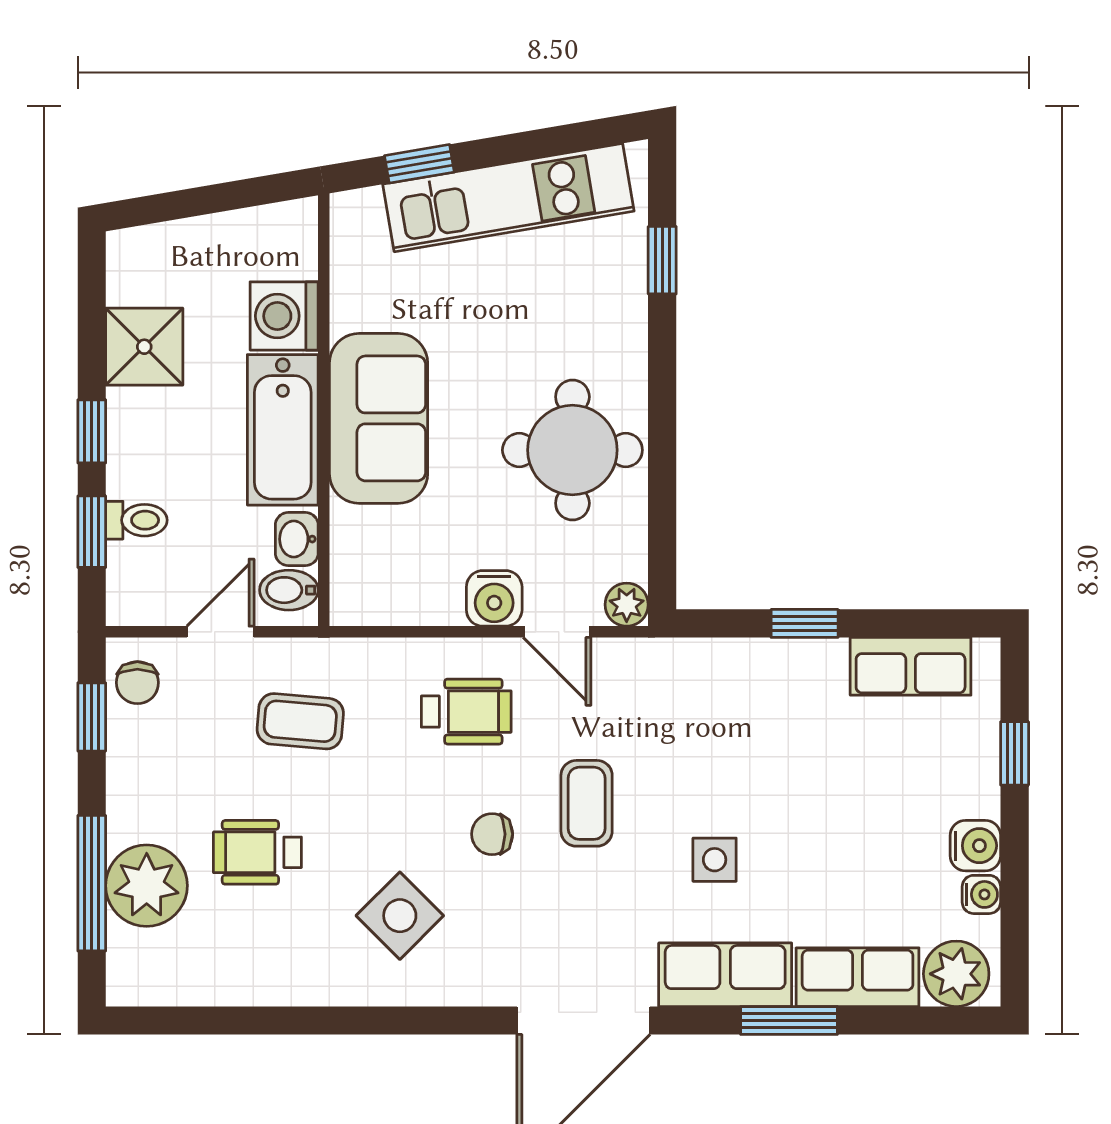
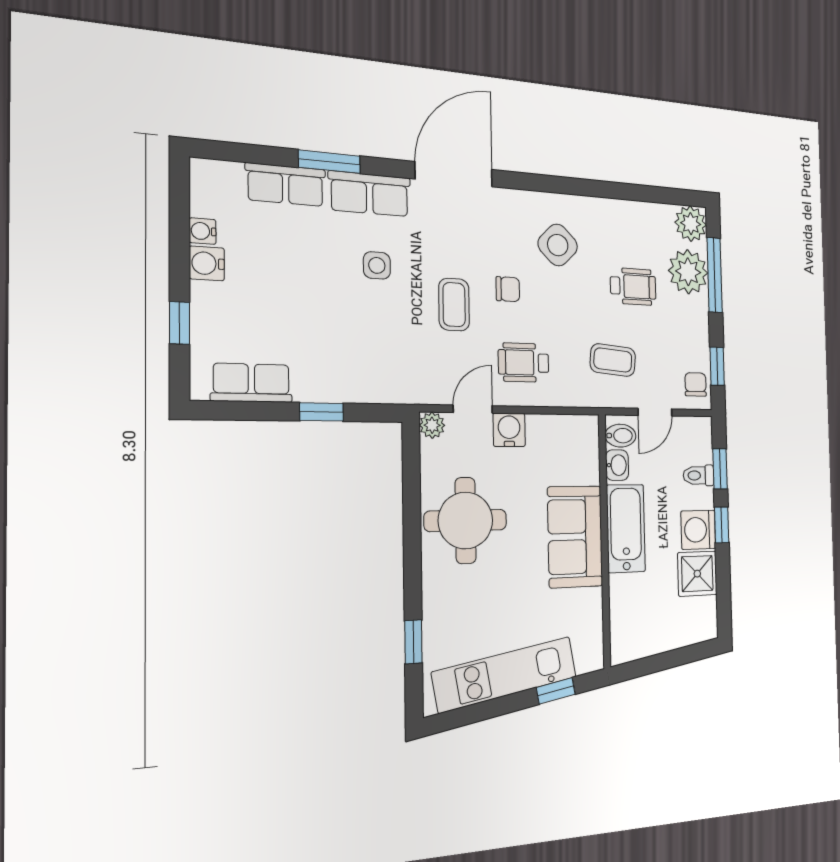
washing machine: (284, 316) -> (698, 530), moved, turned 180
door: (557, 632) -> (473, 409), hinge flipped
plant: (956, 974) -> (691, 224), moved

